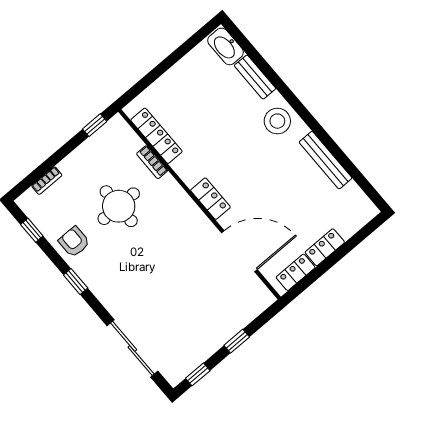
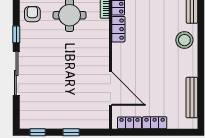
bench: (326, 160) -> (192, 98), moved
locker: (210, 199) -> (118, 29), moved
sliding door: (132, 348) -> (16, 73), moved

